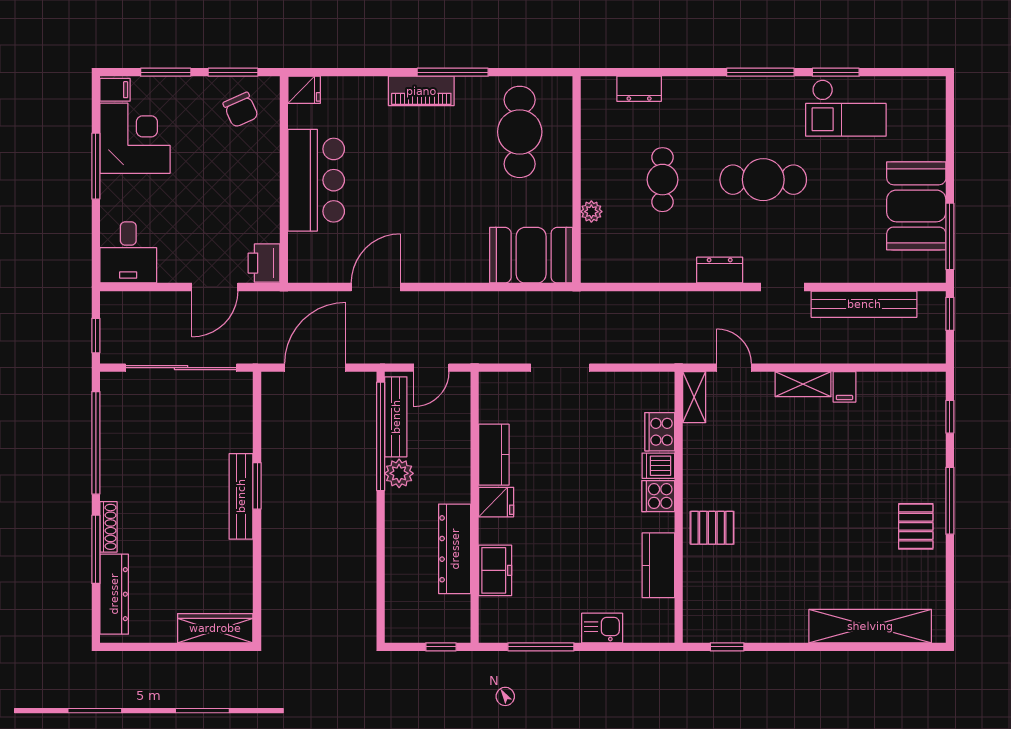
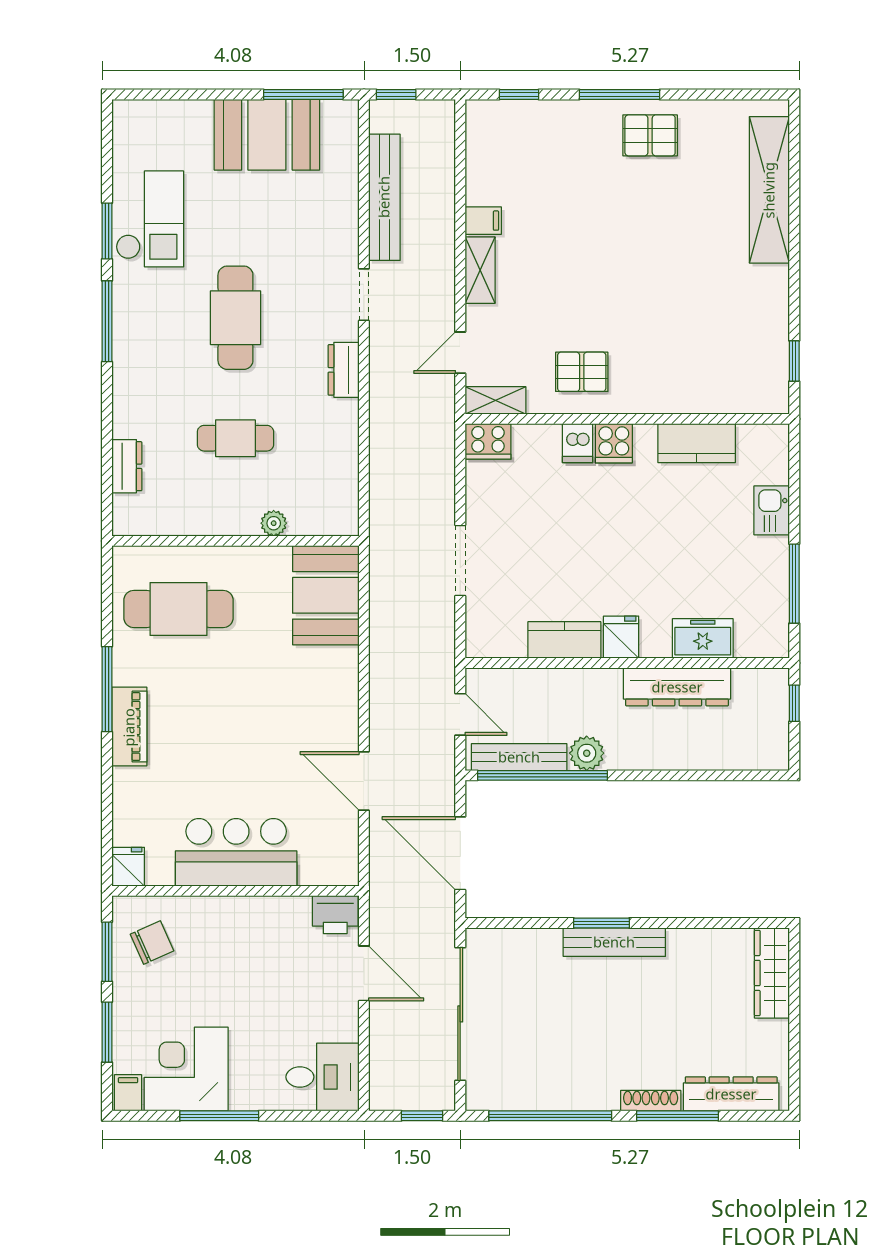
cooker: (660, 432) -> (488, 441), moved
pallet: (712, 528) -> (582, 372), moved, turned 90

